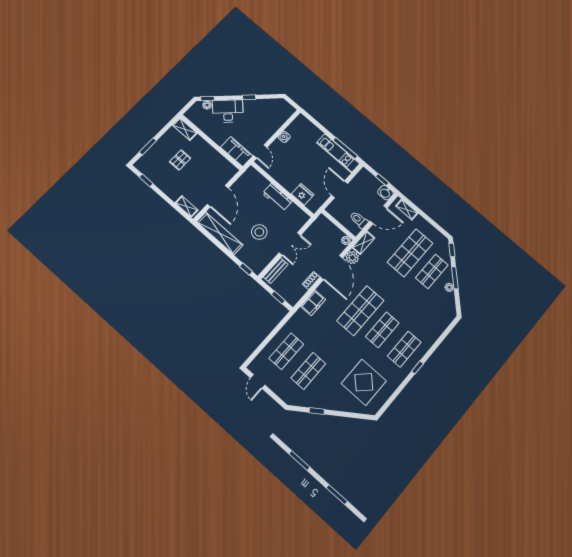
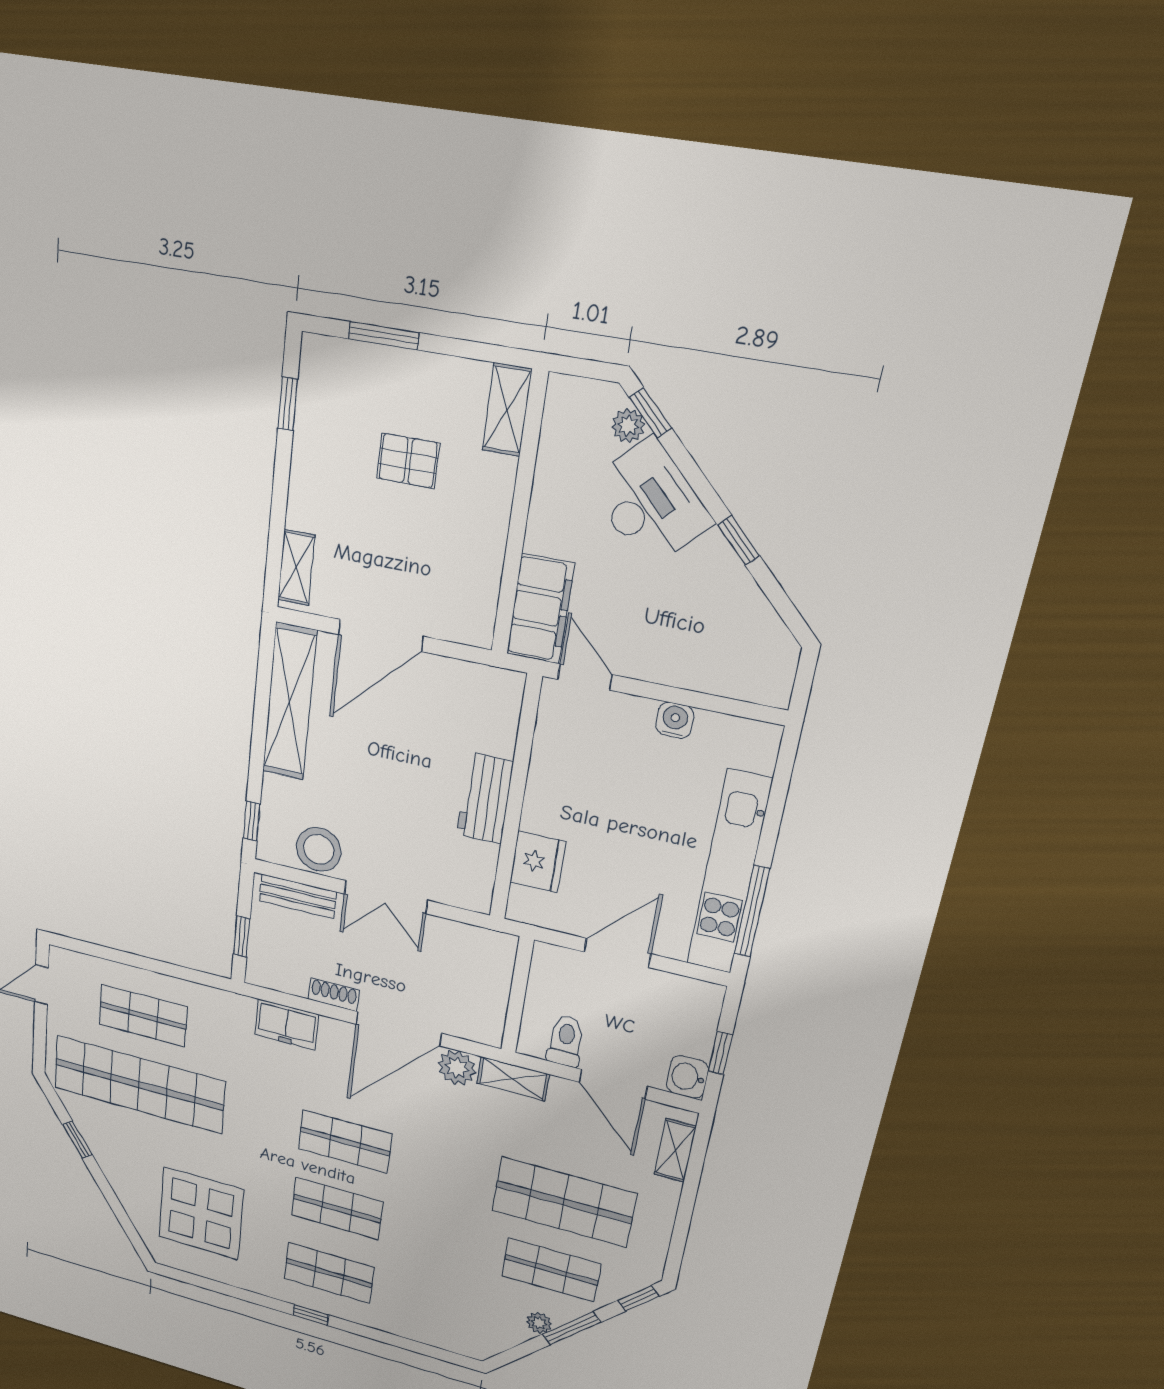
door: (260, 152) -> (585, 677), swing flipped
kitchen unit: (338, 153) -> (729, 873), width x1.36
stool: (259, 232) -> (319, 849), moved
plant: (346, 240) -> (490, 1033), removed
shop shelf: (360, 311) -> (345, 1141), width x0.70, depth x0.74
shop shelf: (308, 371) -> (139, 1084), width x2.00, depth x1.36

